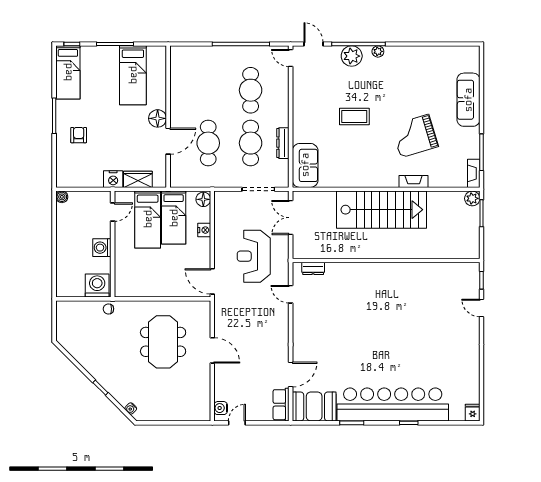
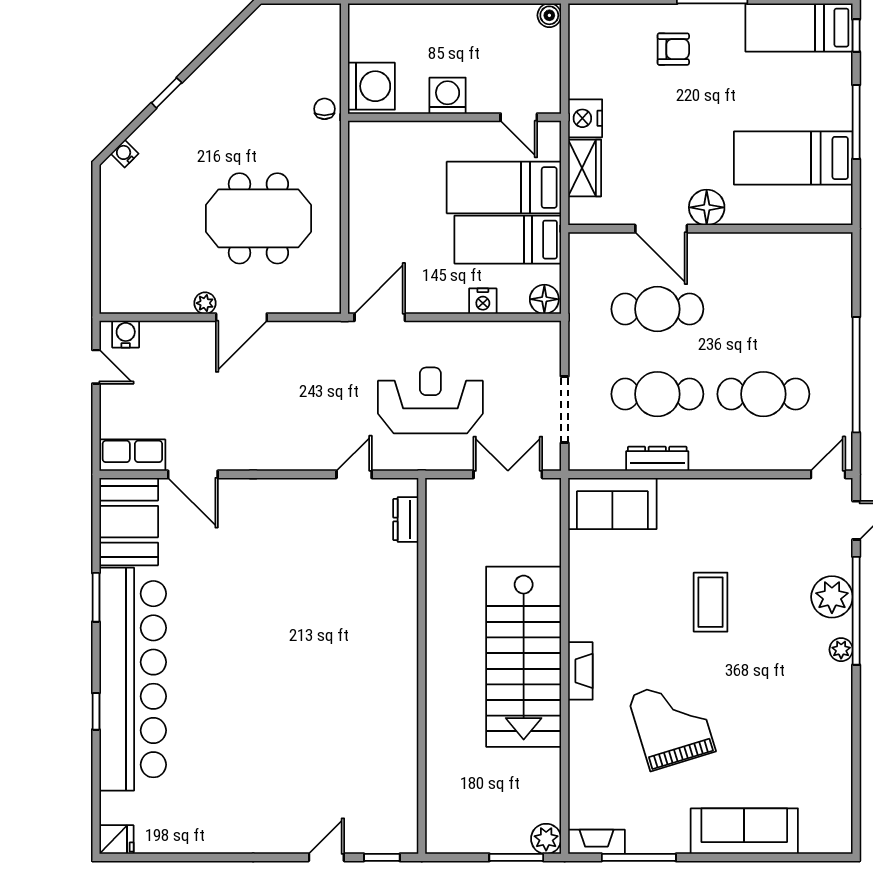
fireplace: (414, 181) -> (580, 671), moved
plant: (205, 368) -> (205, 303), added

